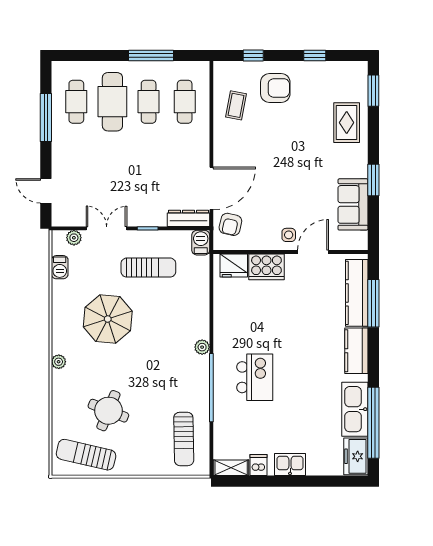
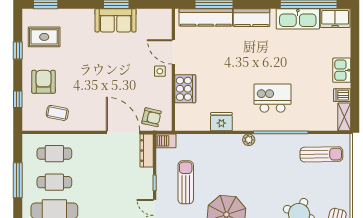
rug: (347, 123) -> (44, 37), moved
sofa: (353, 204) -> (116, 20), moved
fridge: (234, 265) -> (221, 122), moved, turned -90

